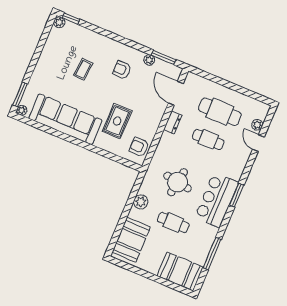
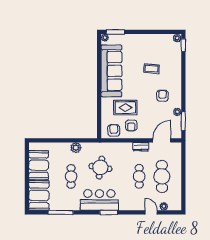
armchair: (142, 123) -> (131, 125), added
door: (258, 143) -> (151, 212), hinge flipped
booth: (131, 240) -> (39, 165), moved, turned 90

